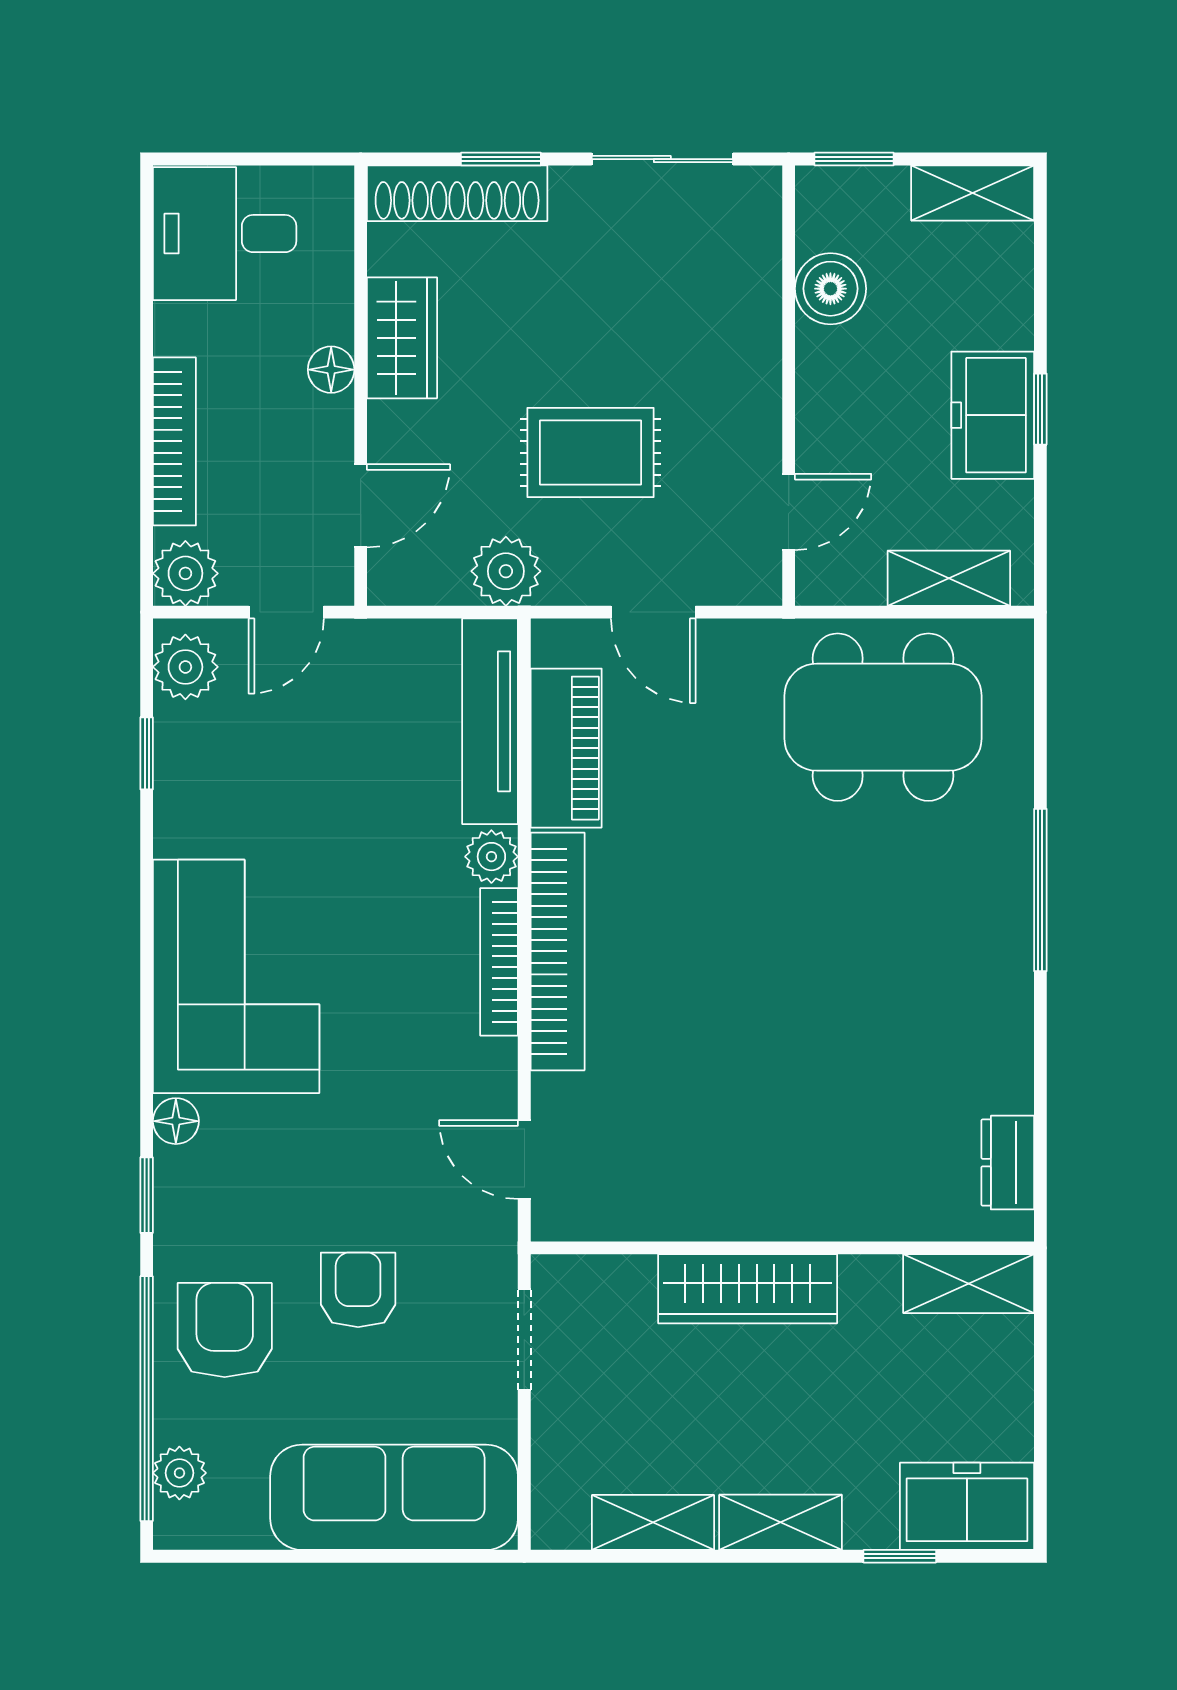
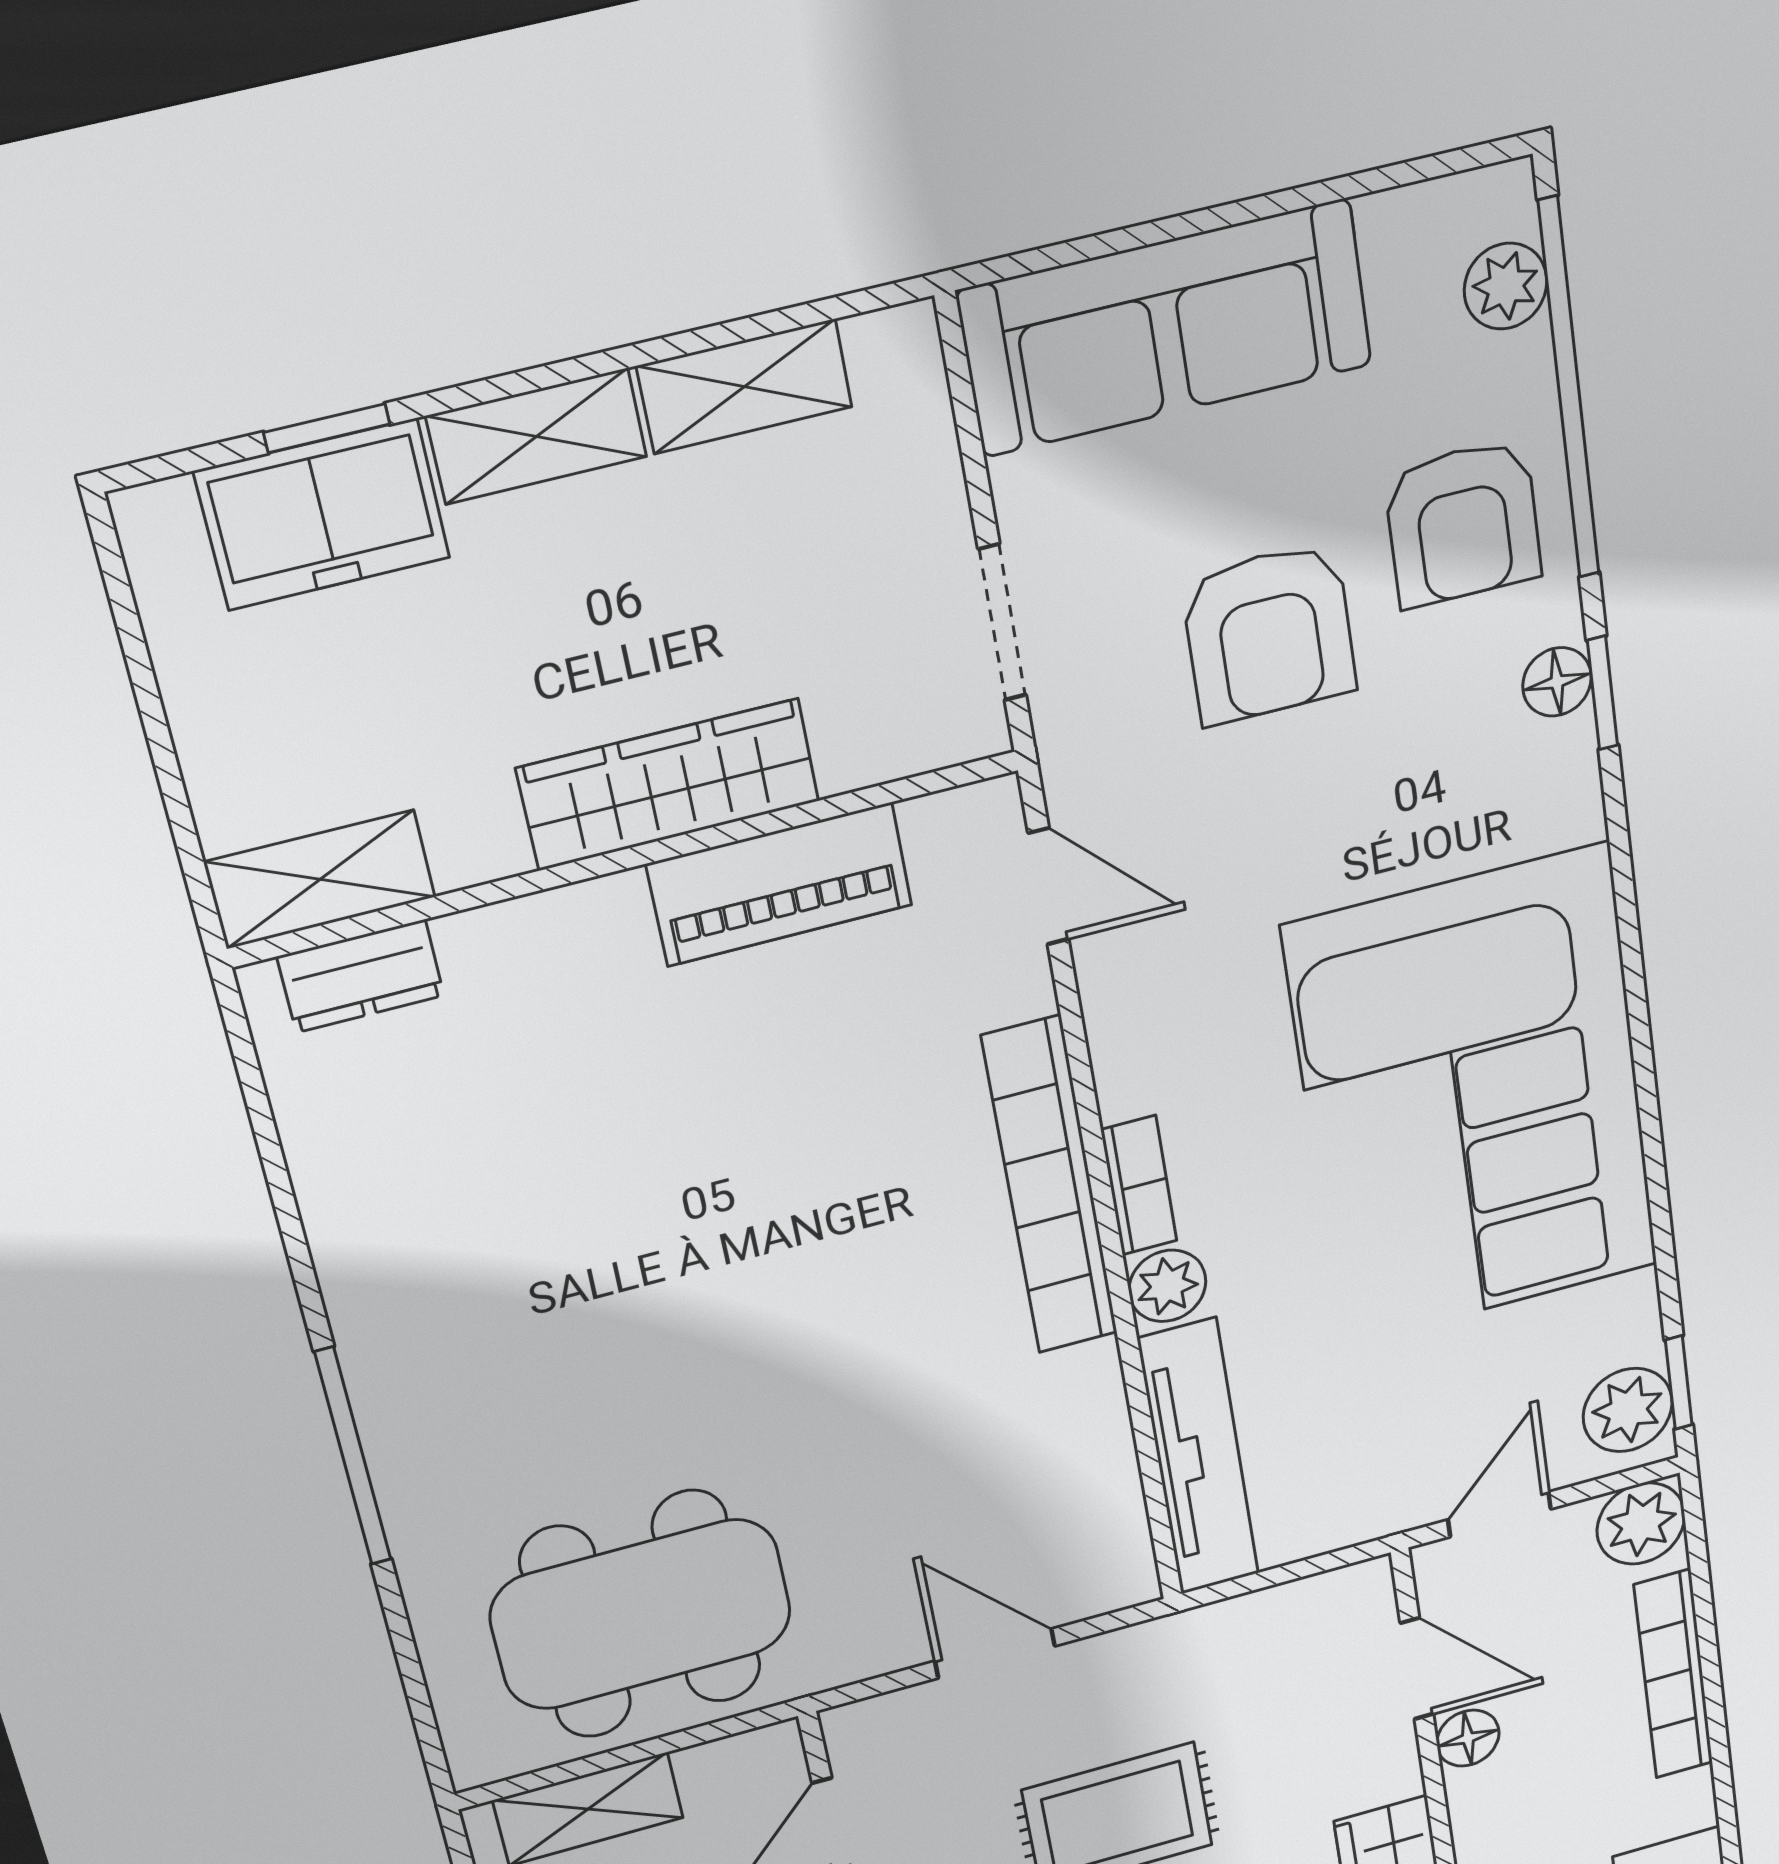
floor lamp: (331, 370) -> (1468, 1738), moved
door: (361, 506) -> (1417, 1669), swing flipped
plant: (506, 571) -> (1208, 1646), removed
piano: (566, 748) -> (780, 885), moved, turned -90
window: (147, 753) -> (1679, 1382), moved
bookcase: (499, 962) -> (1139, 1185), width x0.64
corner sofa: (236, 976) -> (1473, 1099), width x1.36, depth x1.36
floor lamp: (176, 1121) -> (1557, 682), moved
dresser: (1008, 1163) -> (361, 976), moved, turned 90
armchair: (358, 1290) -> (1269, 633), width x1.38, depth x1.38
freezer: (967, 1506) -> (322, 515), moved

